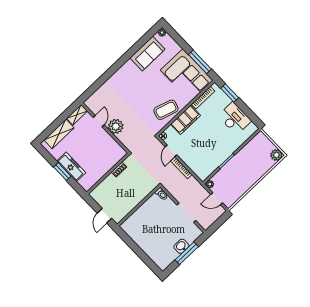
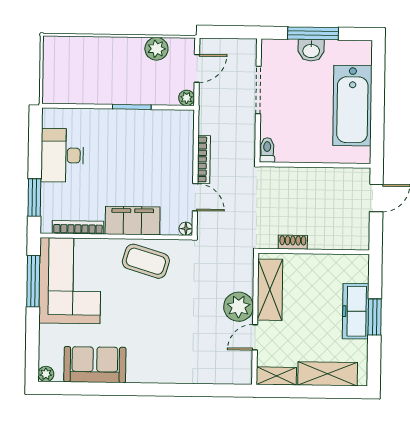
shelving: (110, 144) -> (270, 290), added
door: (171, 151) -> (195, 197), hinge flipped
plant: (276, 155) -> (156, 49), moved
door: (217, 199) -> (197, 68), hinge flipped
bathtub: (146, 241) -> (352, 106), added

